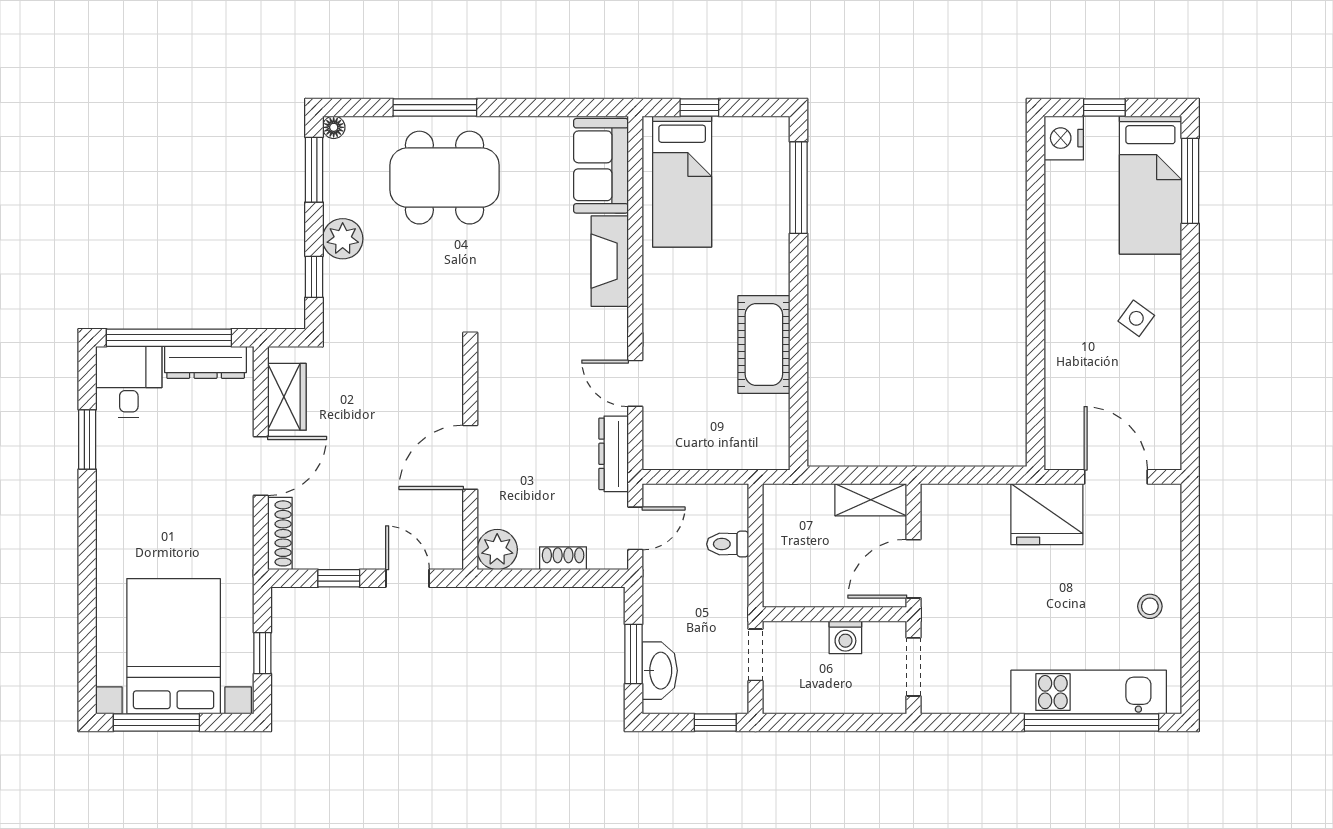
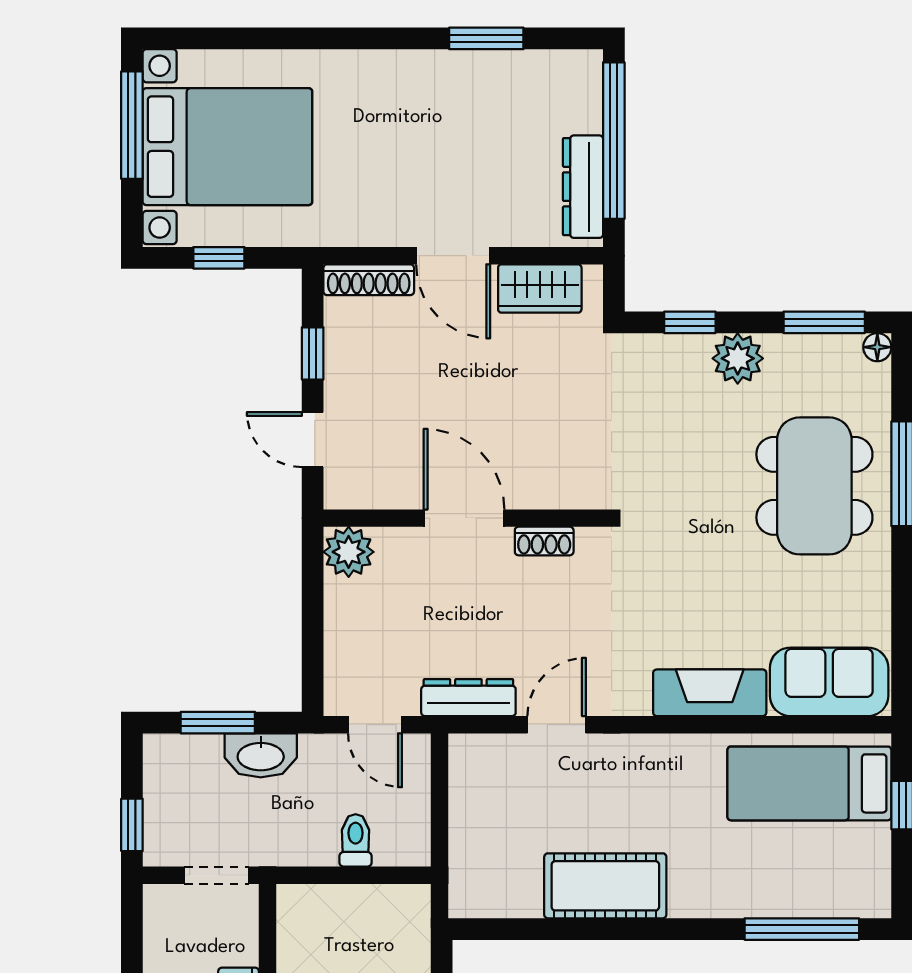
desk: (129, 382) -> (558, 91), removed
shoe rack: (563, 558) -> (544, 541), moved, turned 90
door: (408, 578) -> (313, 440), swing flipped
washbasin: (660, 671) -> (261, 755), moved

